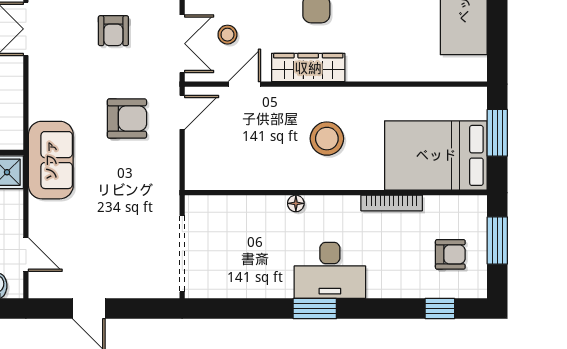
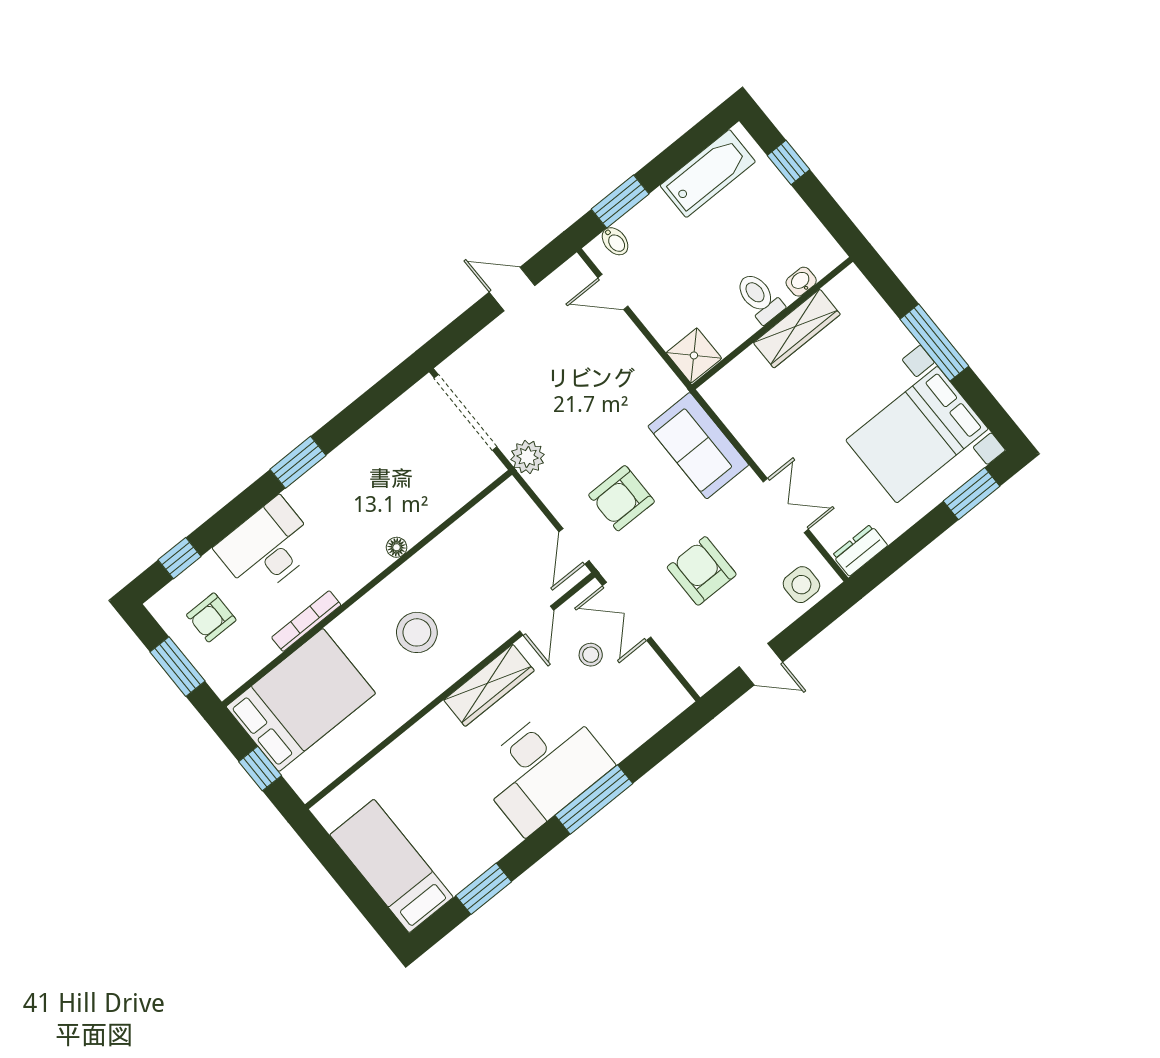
armchair: (113, 31) -> (702, 571), width x1.38, depth x1.38
window: (497, 133) -> (260, 769), width x0.67
sofa: (51, 160) -> (698, 446), moved
plant: (166, 193) -> (528, 457), added
desk: (330, 270) -> (267, 547), moved

